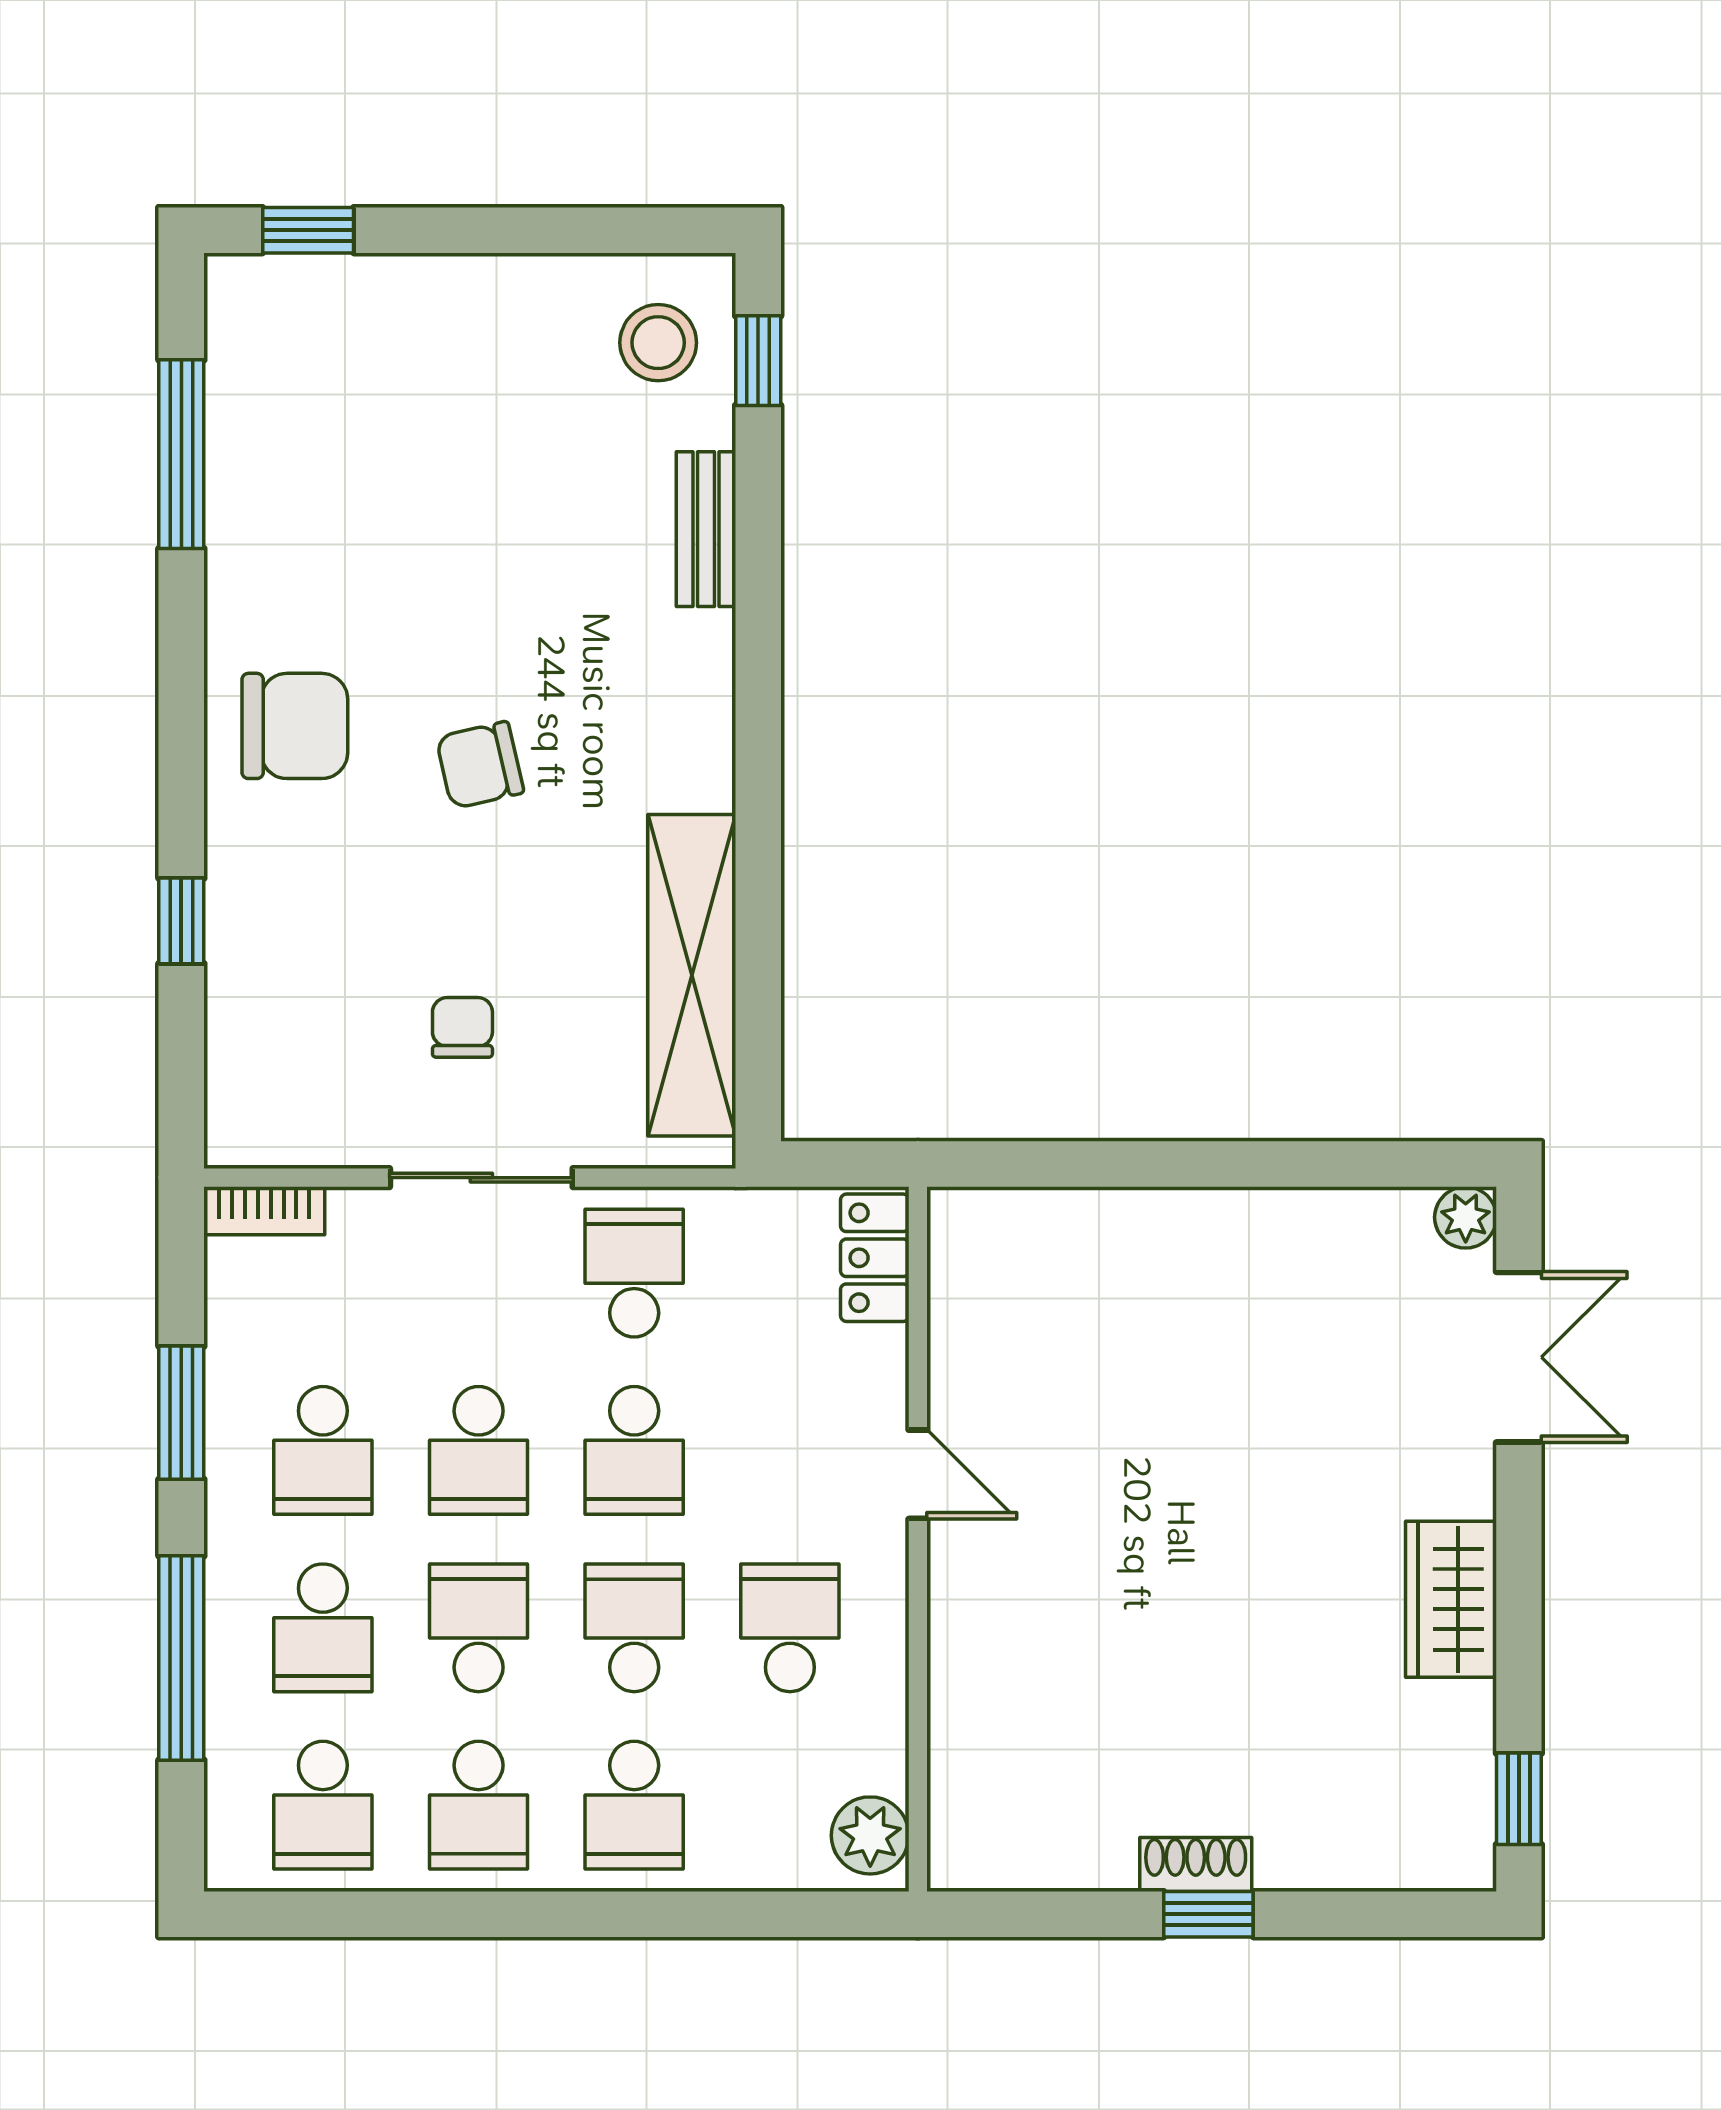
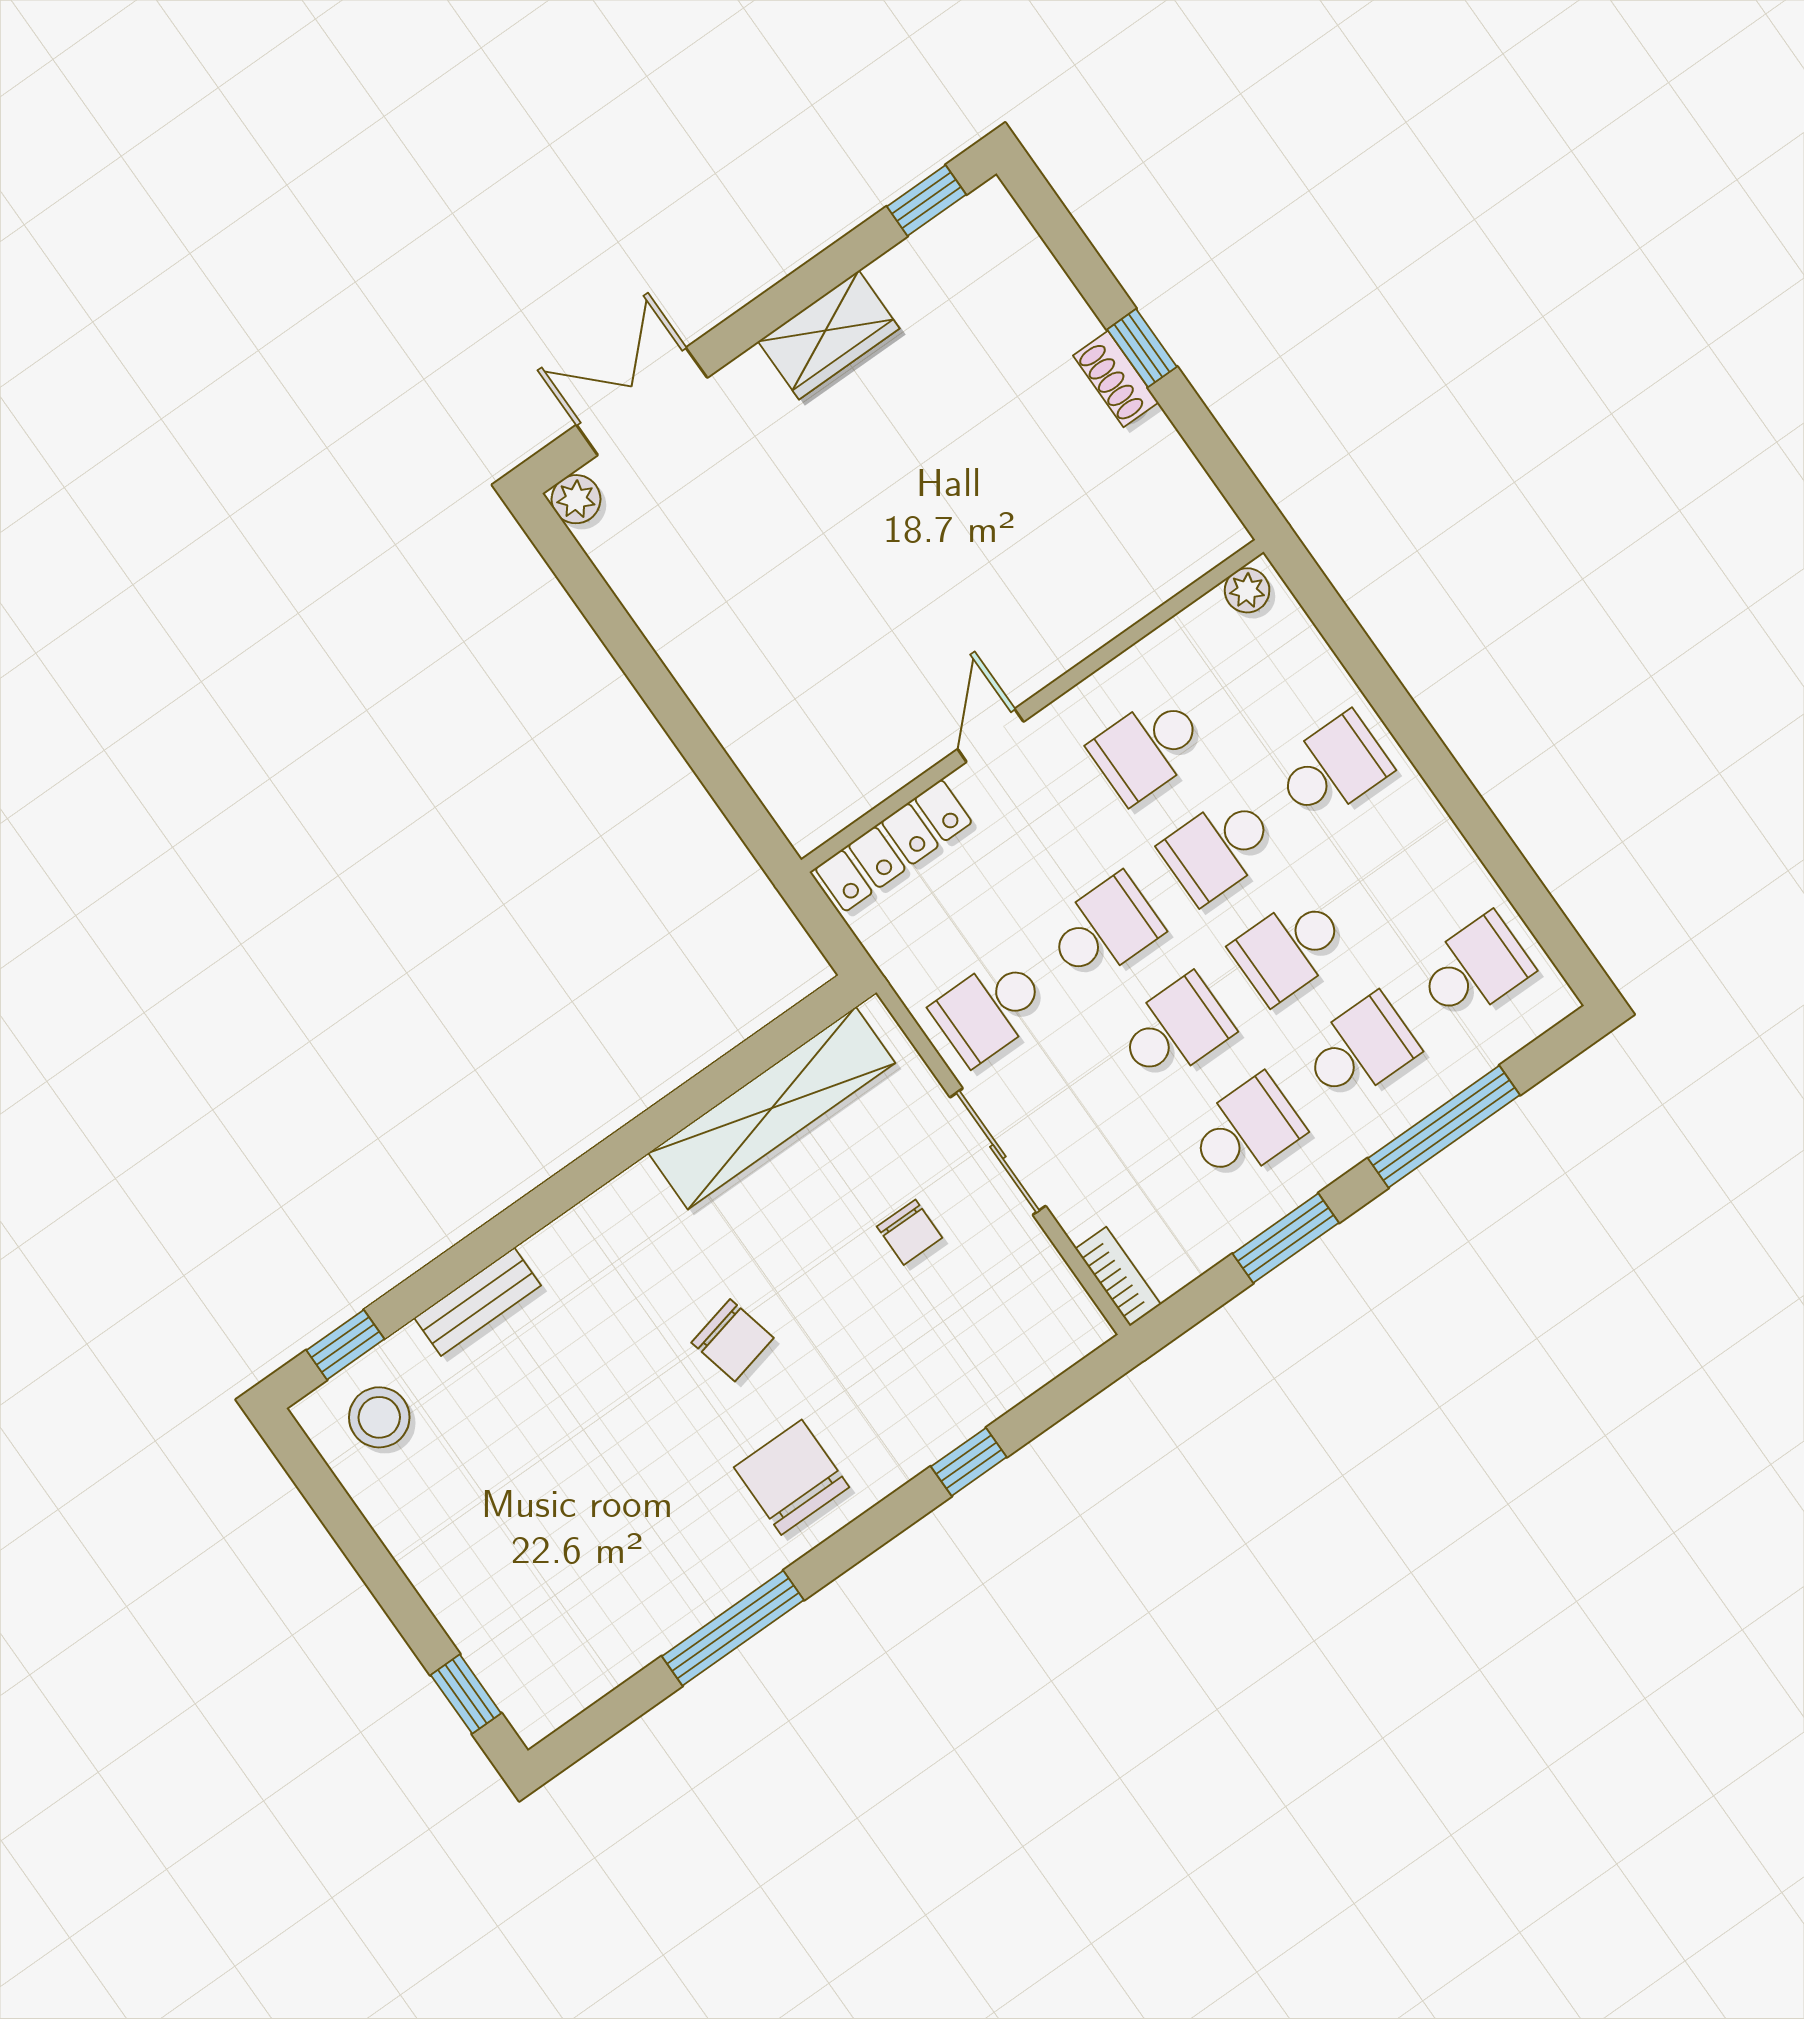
window: (181, 454) -> (733, 1628), moved
chair: (462, 1027) -> (910, 1232), turned -90
locker: (875, 1258) -> (893, 845), width x1.53
school desk: (479, 1805) -> (1404, 868), removed
plant: (870, 1835) -> (1247, 590), width x0.73, depth x0.73

